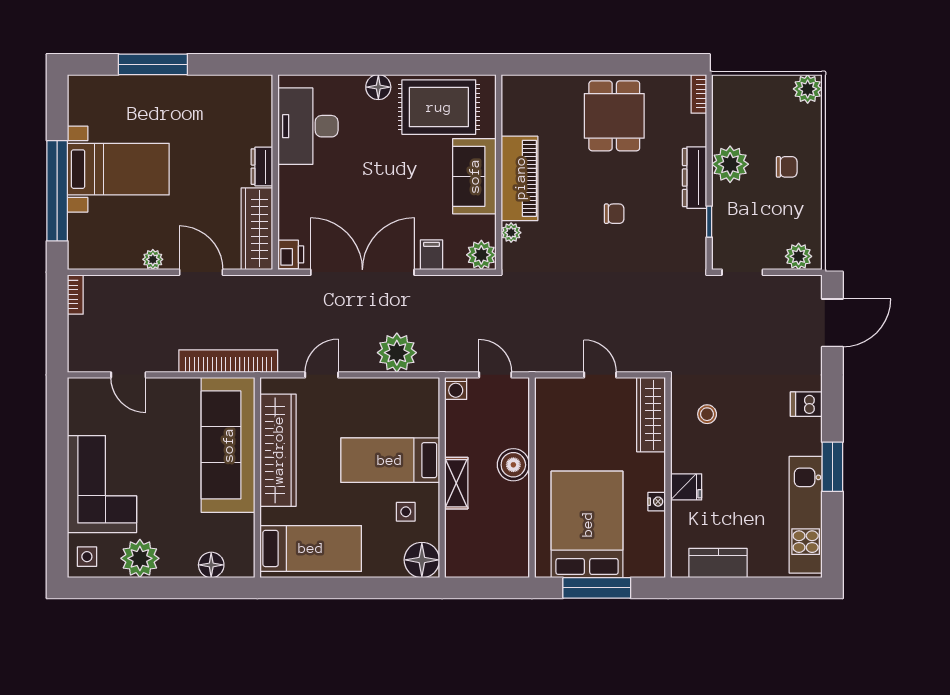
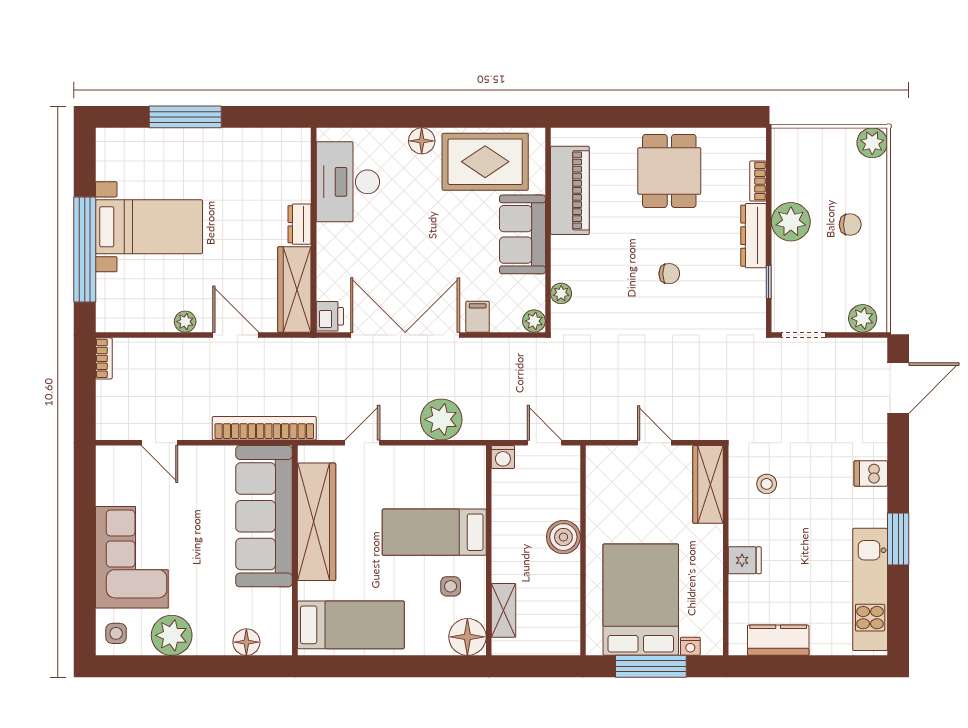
bookcase: (699, 94) -> (758, 181), moved
piano: (520, 178) -> (570, 190), moved
plant: (481, 255) -> (534, 321), width x0.73, depth x0.73
shelving: (456, 483) -> (504, 610), moved
nightstand: (657, 502) -> (690, 646), moved, turned 90

